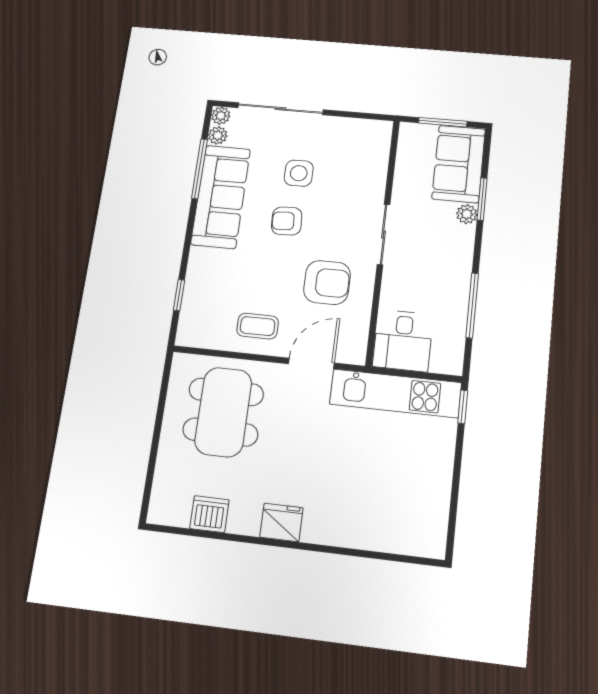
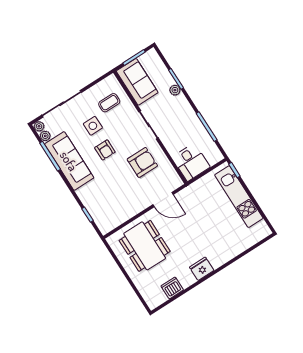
sofa: (459, 164) -> (137, 82), moved, turned 180
armchair: (287, 221) -> (105, 150), turned -87
coffee table: (258, 326) -> (109, 103), moved
door: (311, 363) -> (163, 200), swing flipped
kitchen unit: (395, 393) -> (239, 197), moved, turned 90

